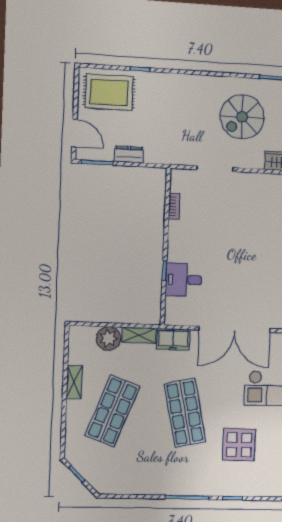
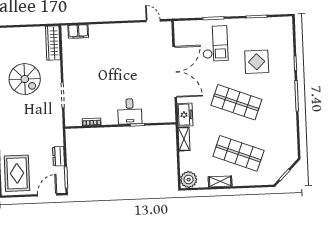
desk: (184, 280) -> (130, 111), moved
plant: (108, 339) -> (189, 180), moved
shop shelf: (185, 413) -> (236, 102), turned 33

